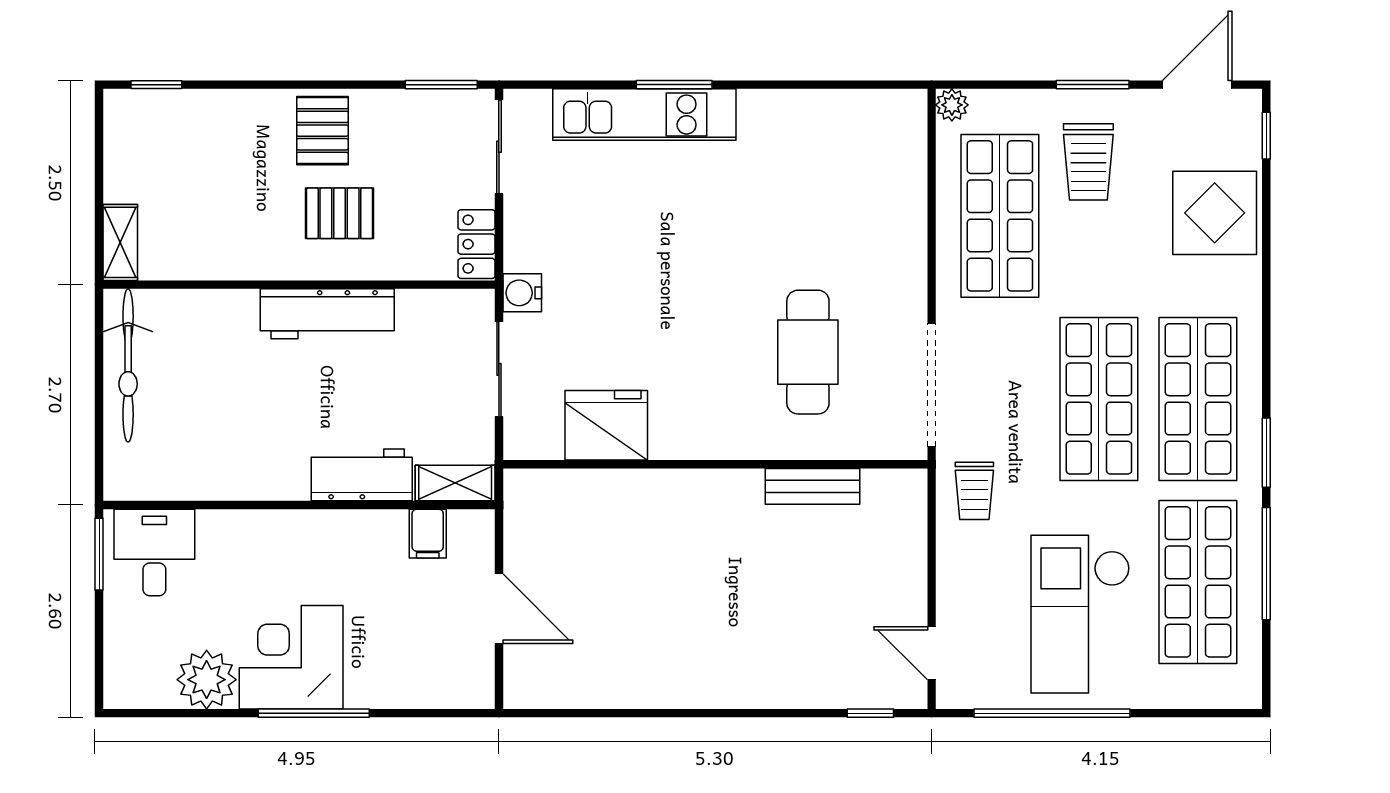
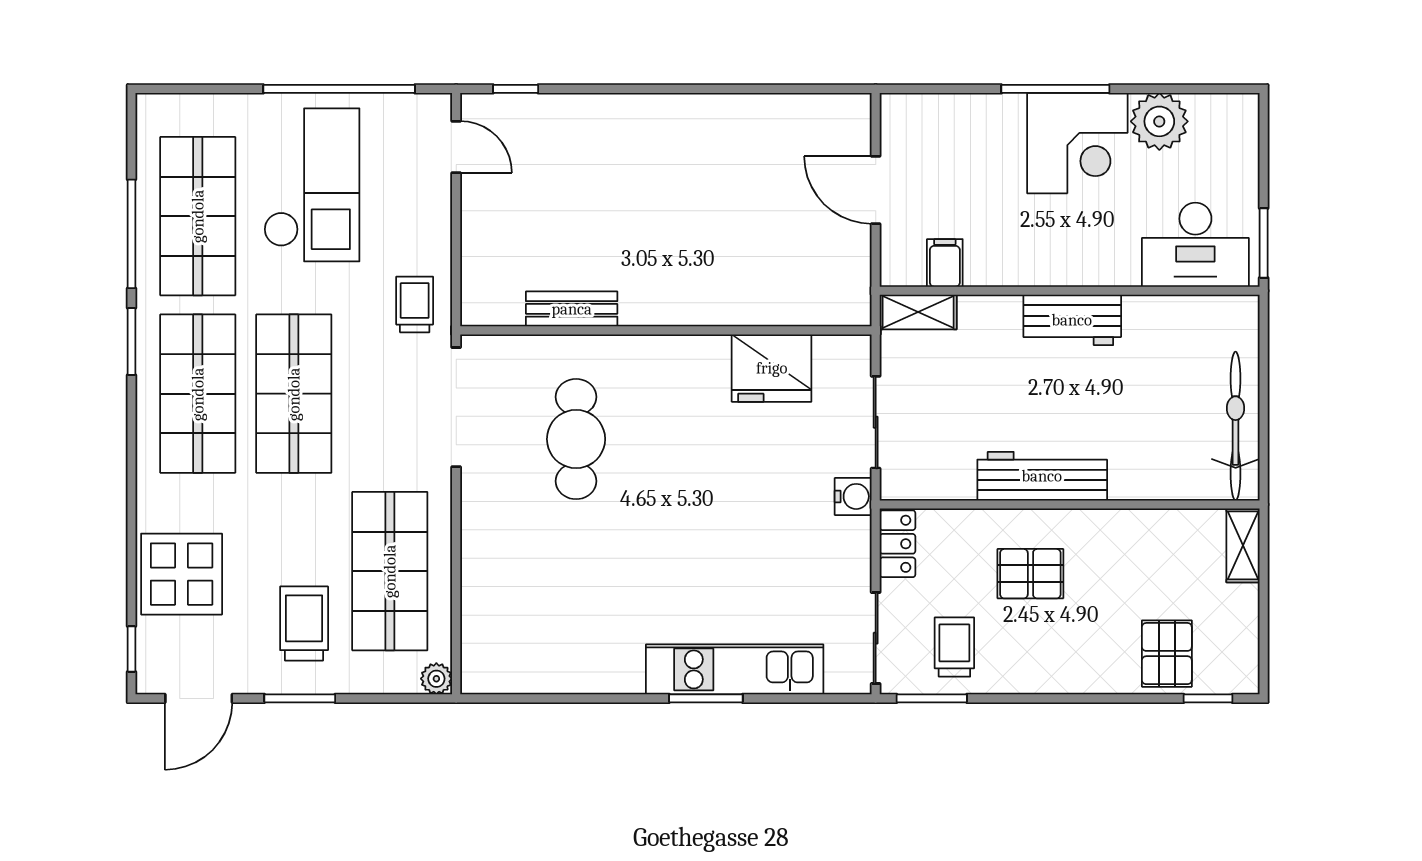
pallet: (322, 131) -> (1167, 654), moved
trolley: (418, 138) -> (954, 647), added
workbench: (362, 475) -> (1072, 320), moved
desk: (154, 552) -> (1195, 245), width x1.37

